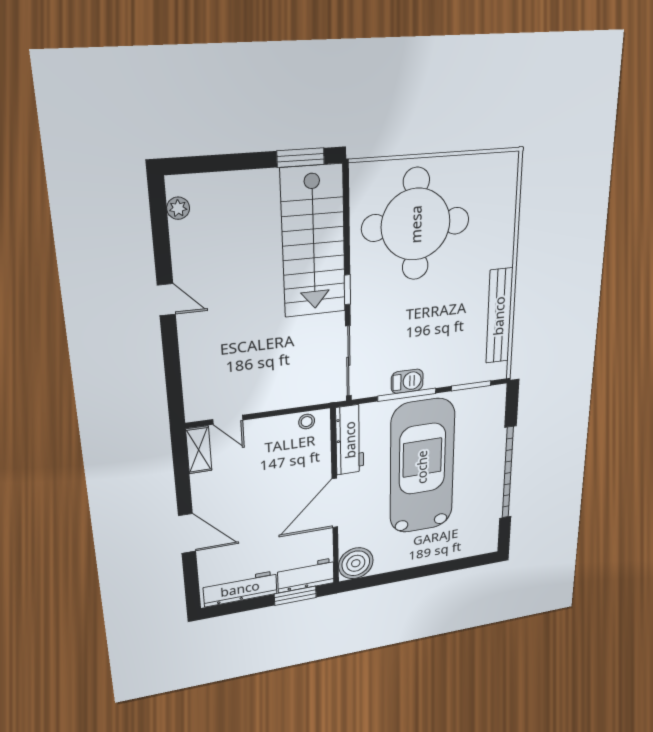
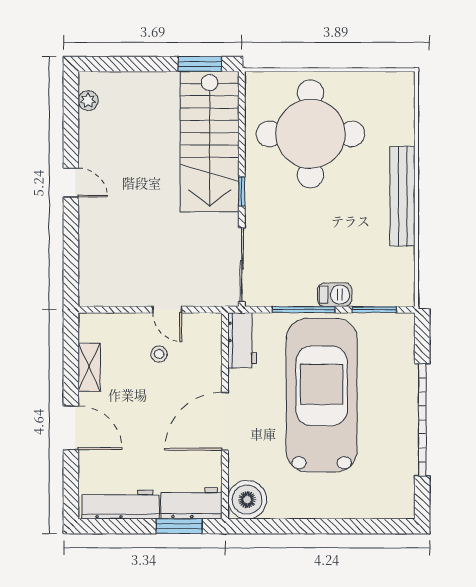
bench: (499, 316) -> (403, 196), moved
barbecue: (407, 381) -> (335, 295), moved
door: (228, 420) -> (167, 310), moved
stool: (307, 422) -> (159, 354), moved
workbench: (350, 440) -> (242, 340), width x0.73
shelving: (199, 450) -> (89, 367), moved

